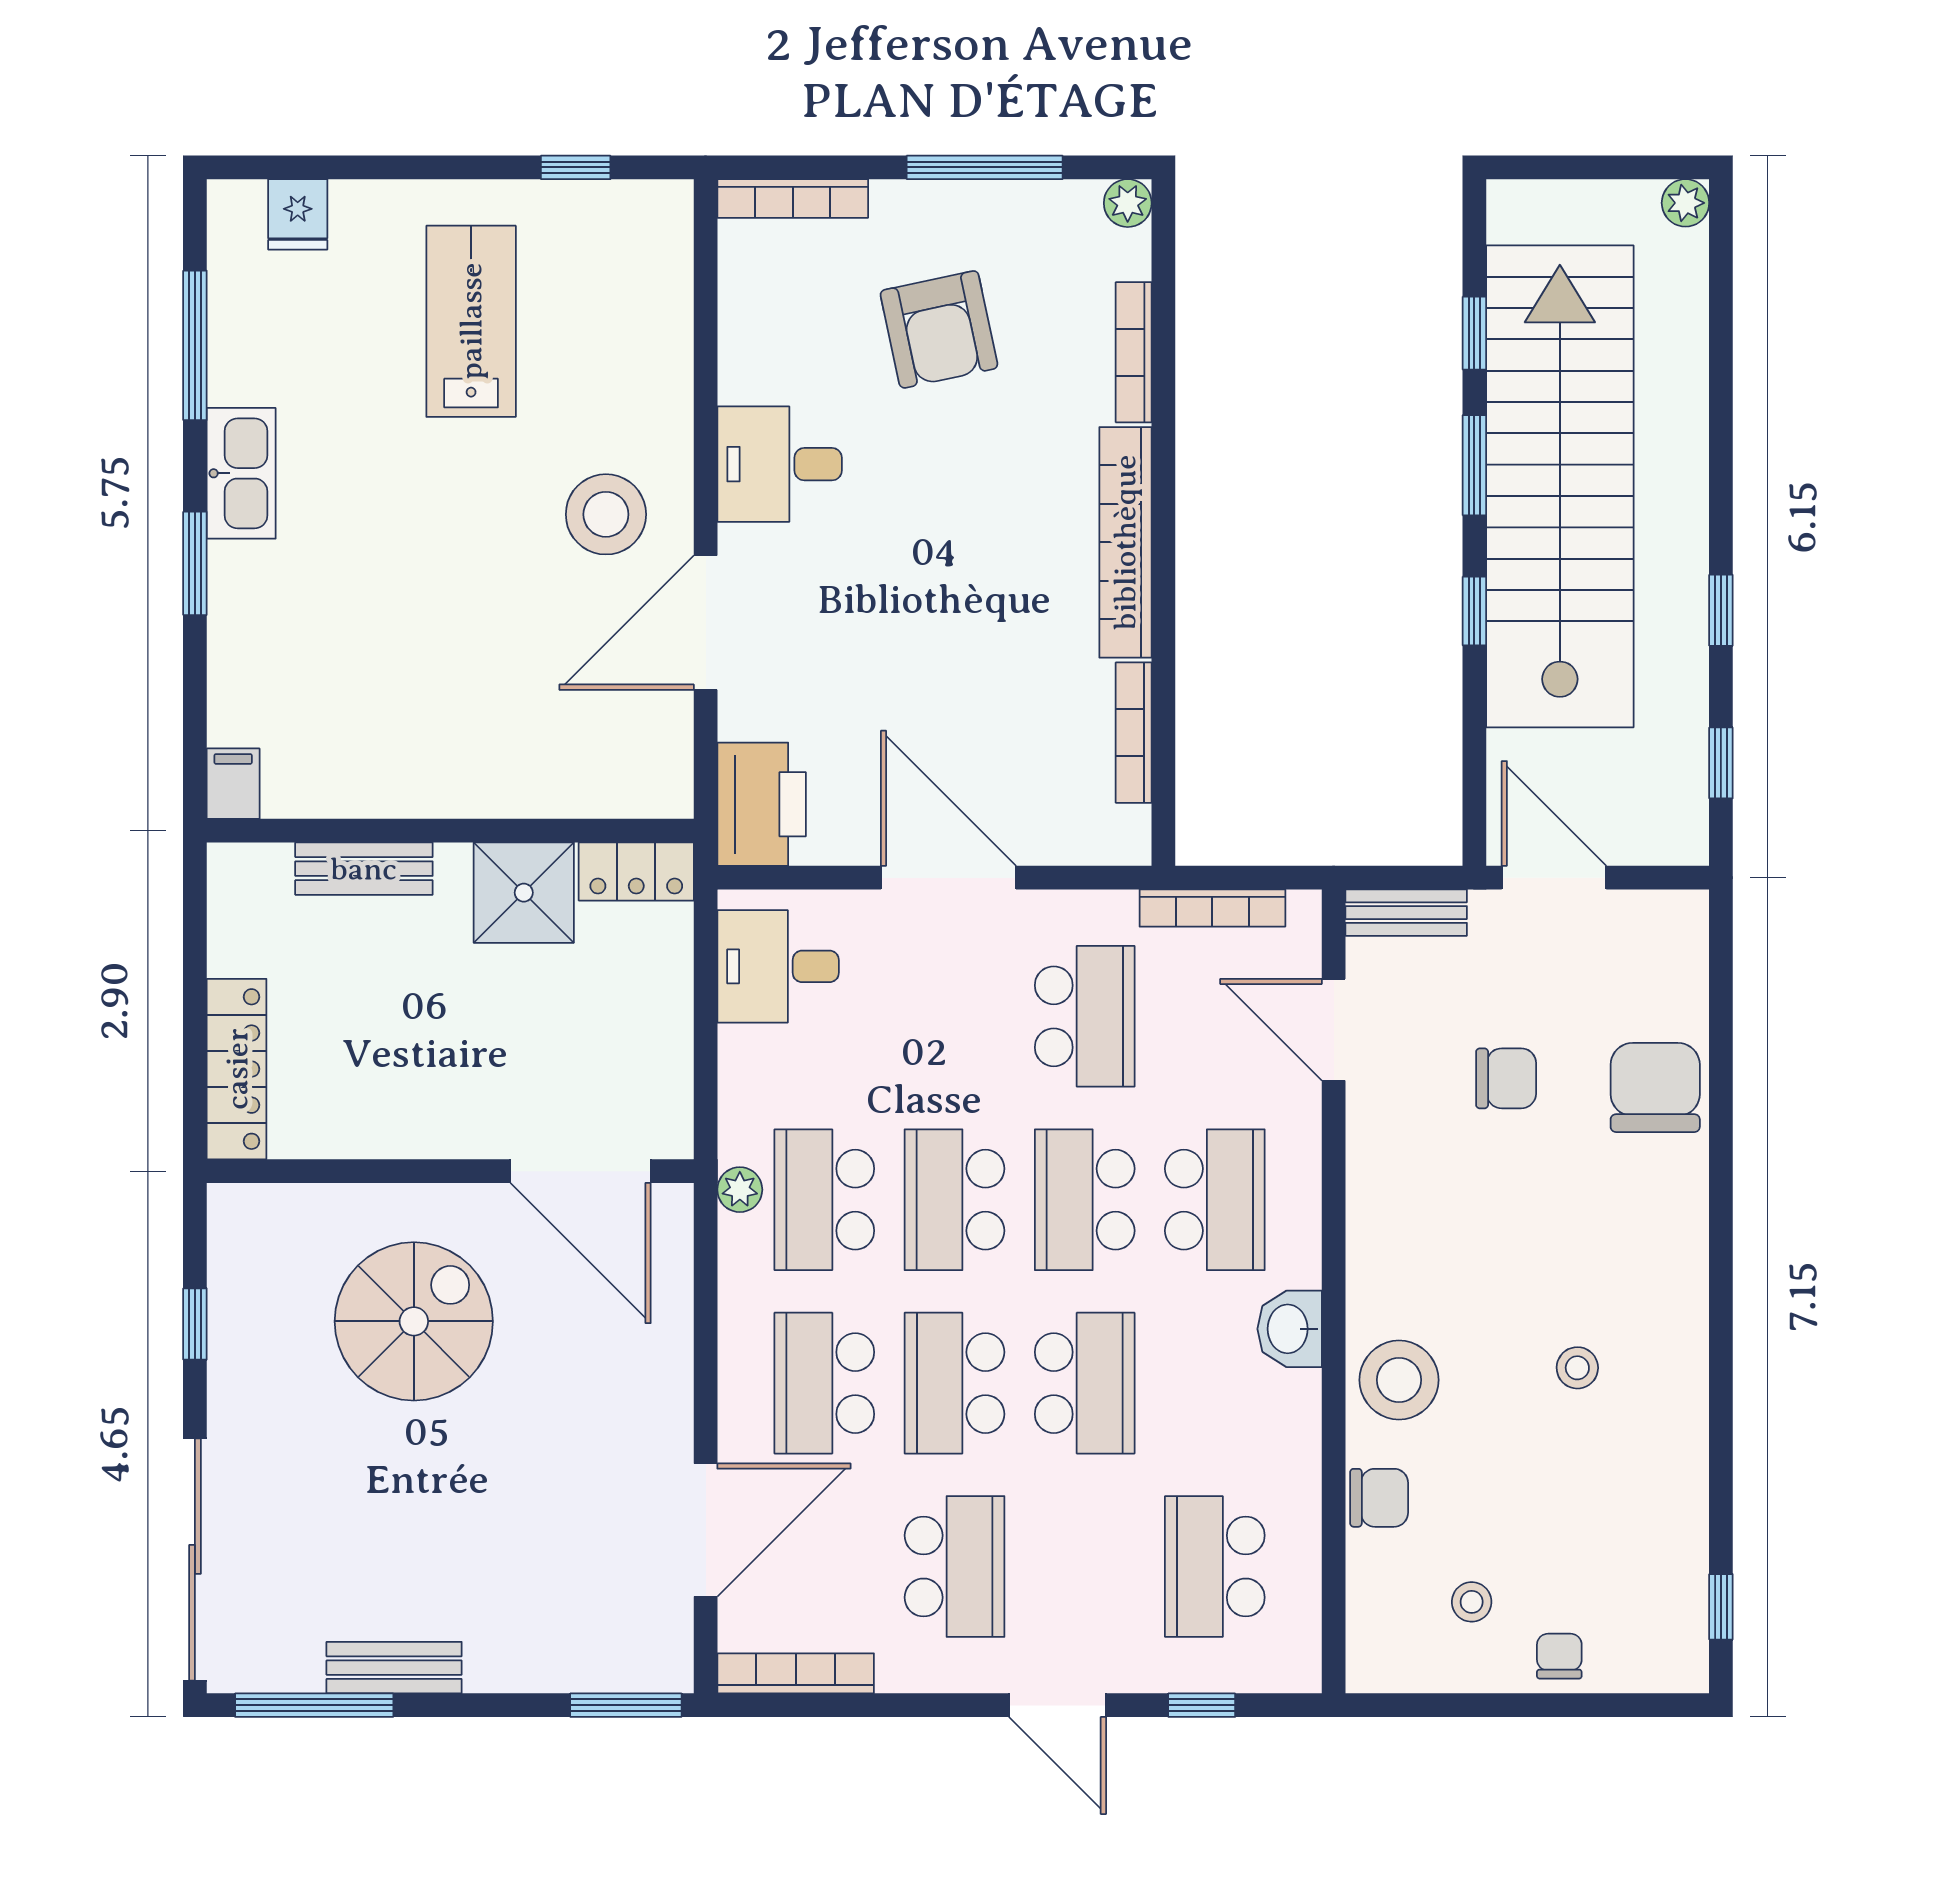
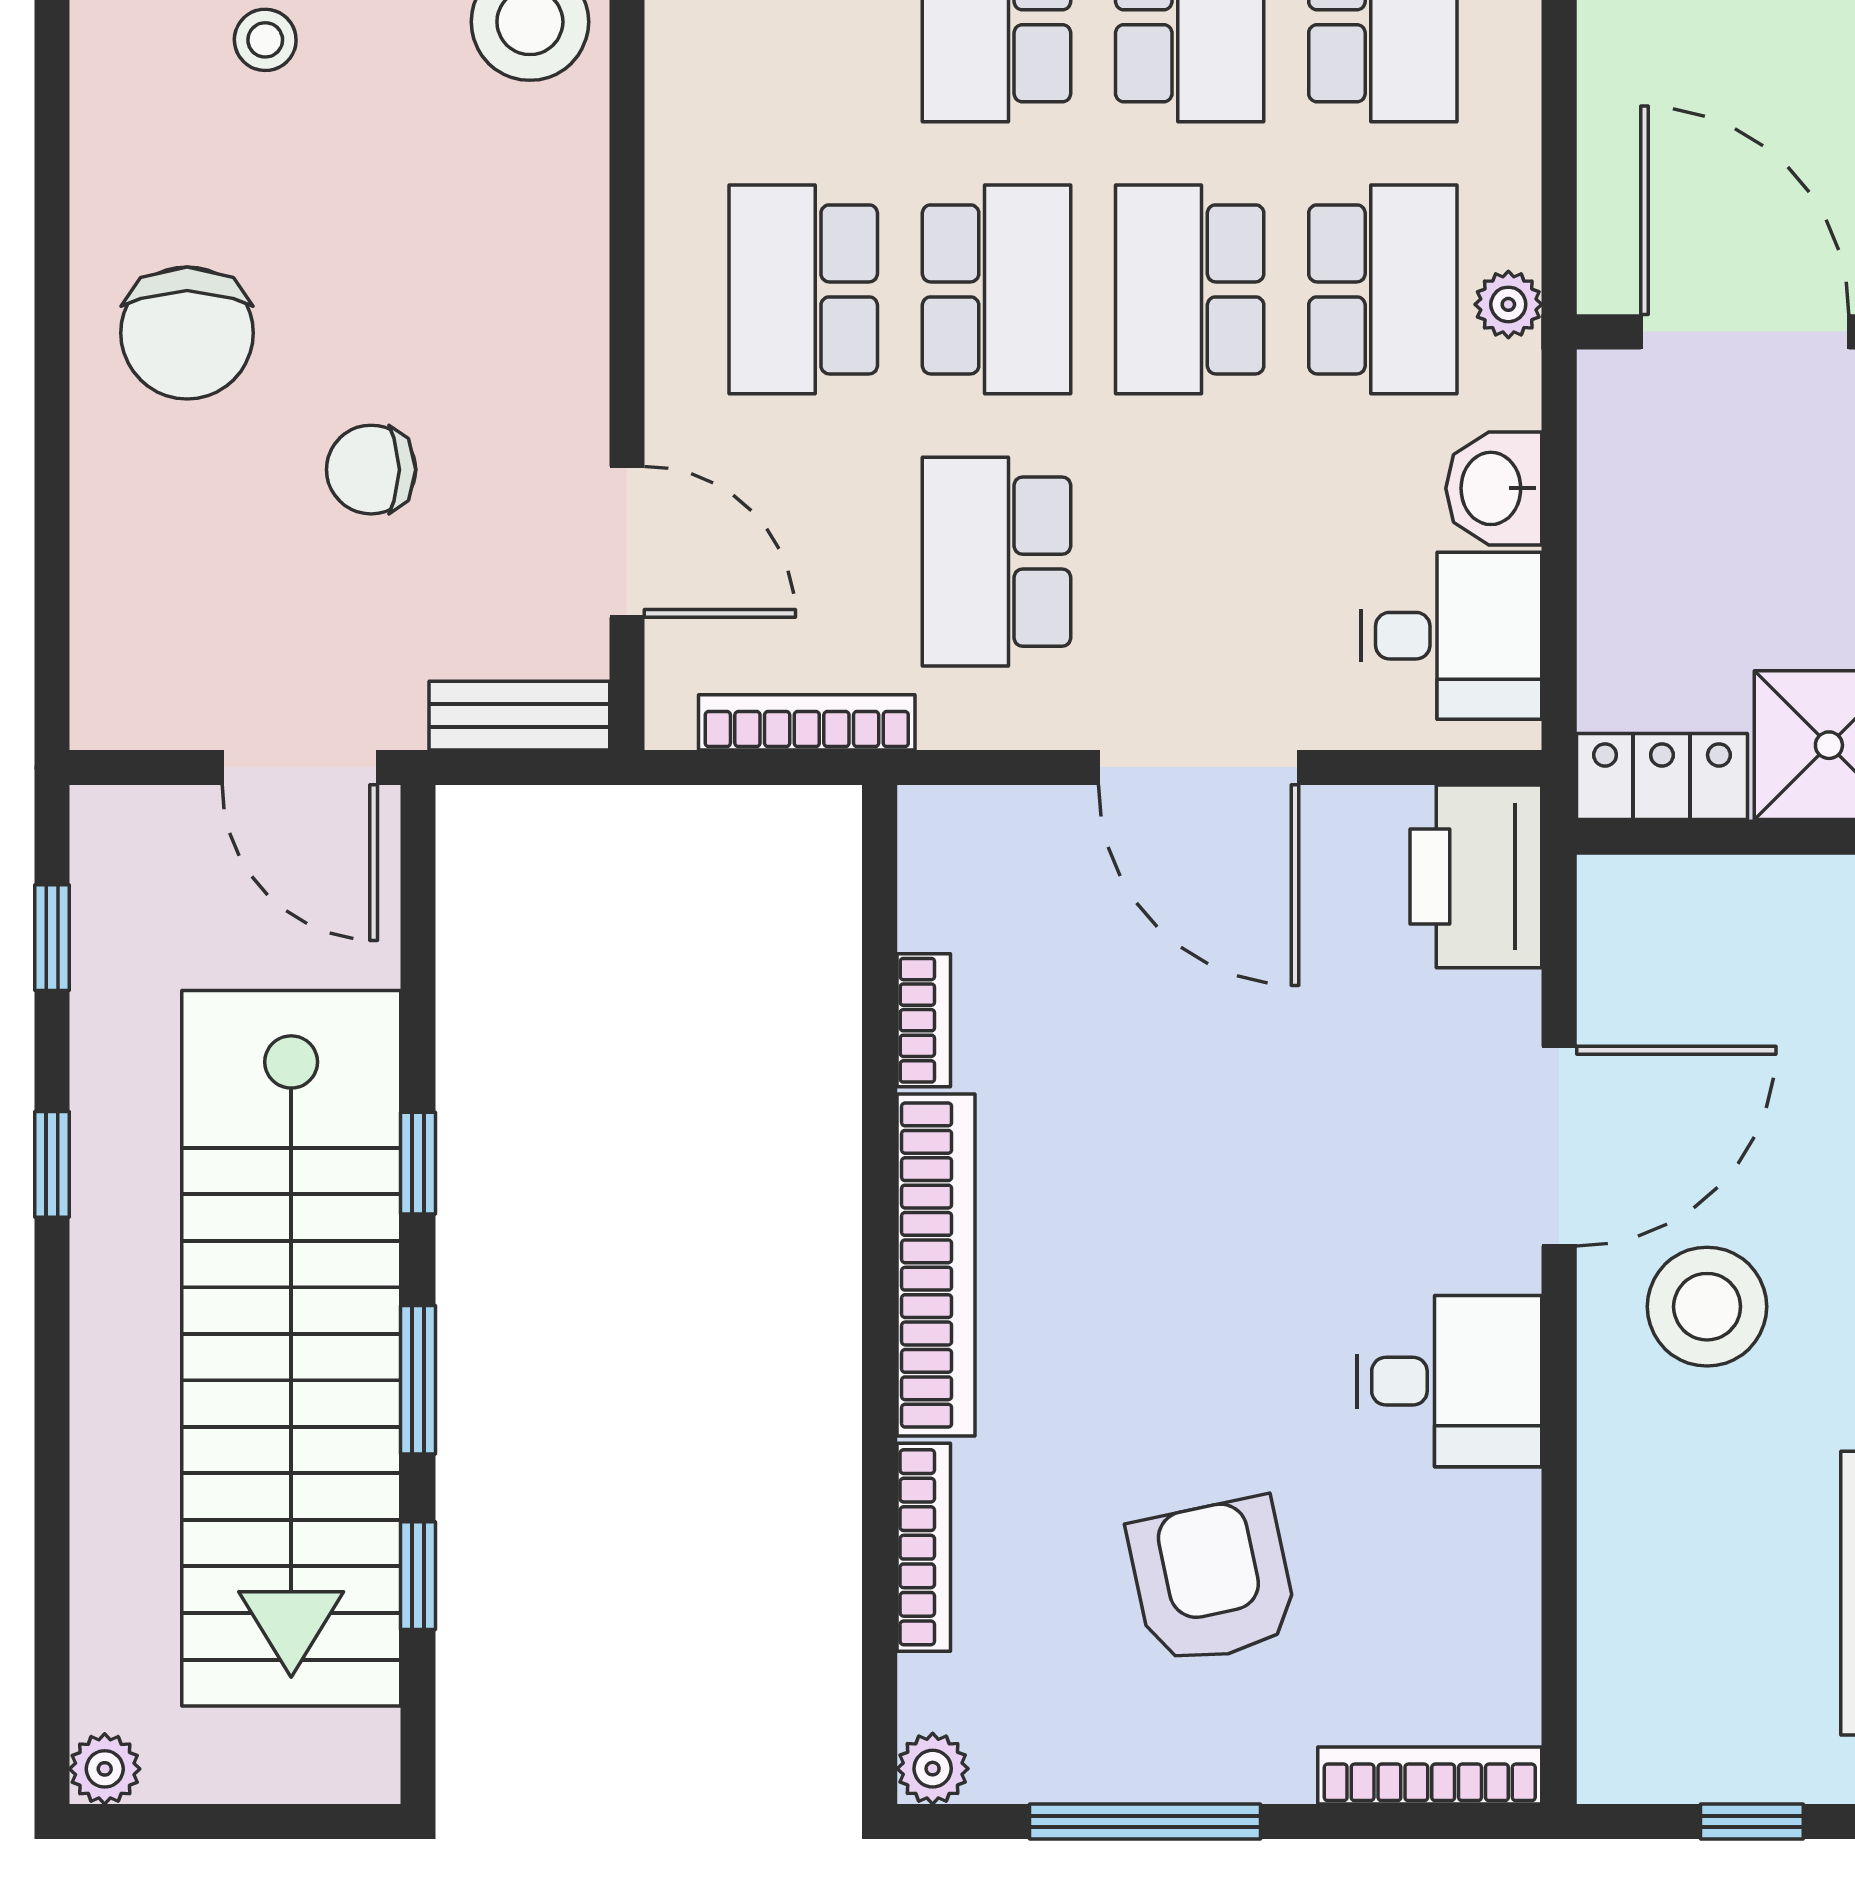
bookcase: (1134, 733) -> (924, 1020), width x0.64
chair: (1655, 1087) -> (187, 333), moved
school desk: (954, 1200) -> (1190, 289), turned 180
washbasin: (1290, 1329) -> (1494, 488), moved, turned 180

